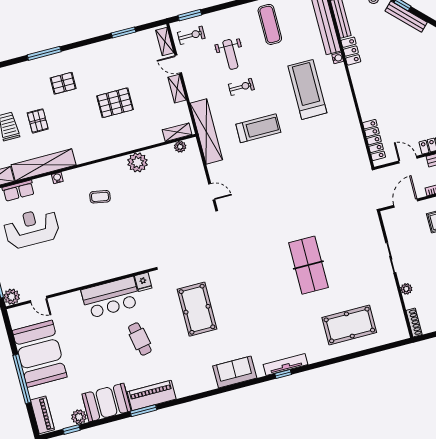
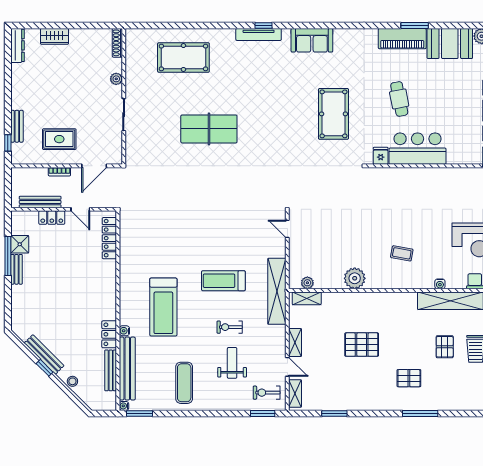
table tennis table: (308, 265) -> (209, 129), turned 90

